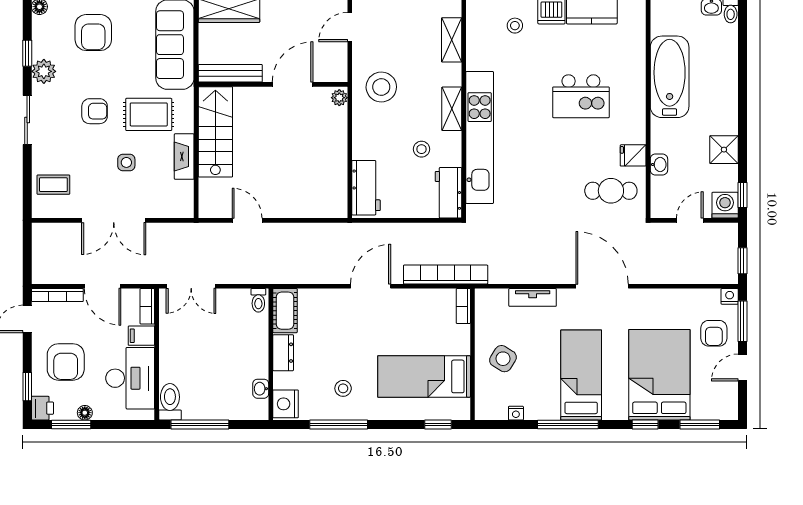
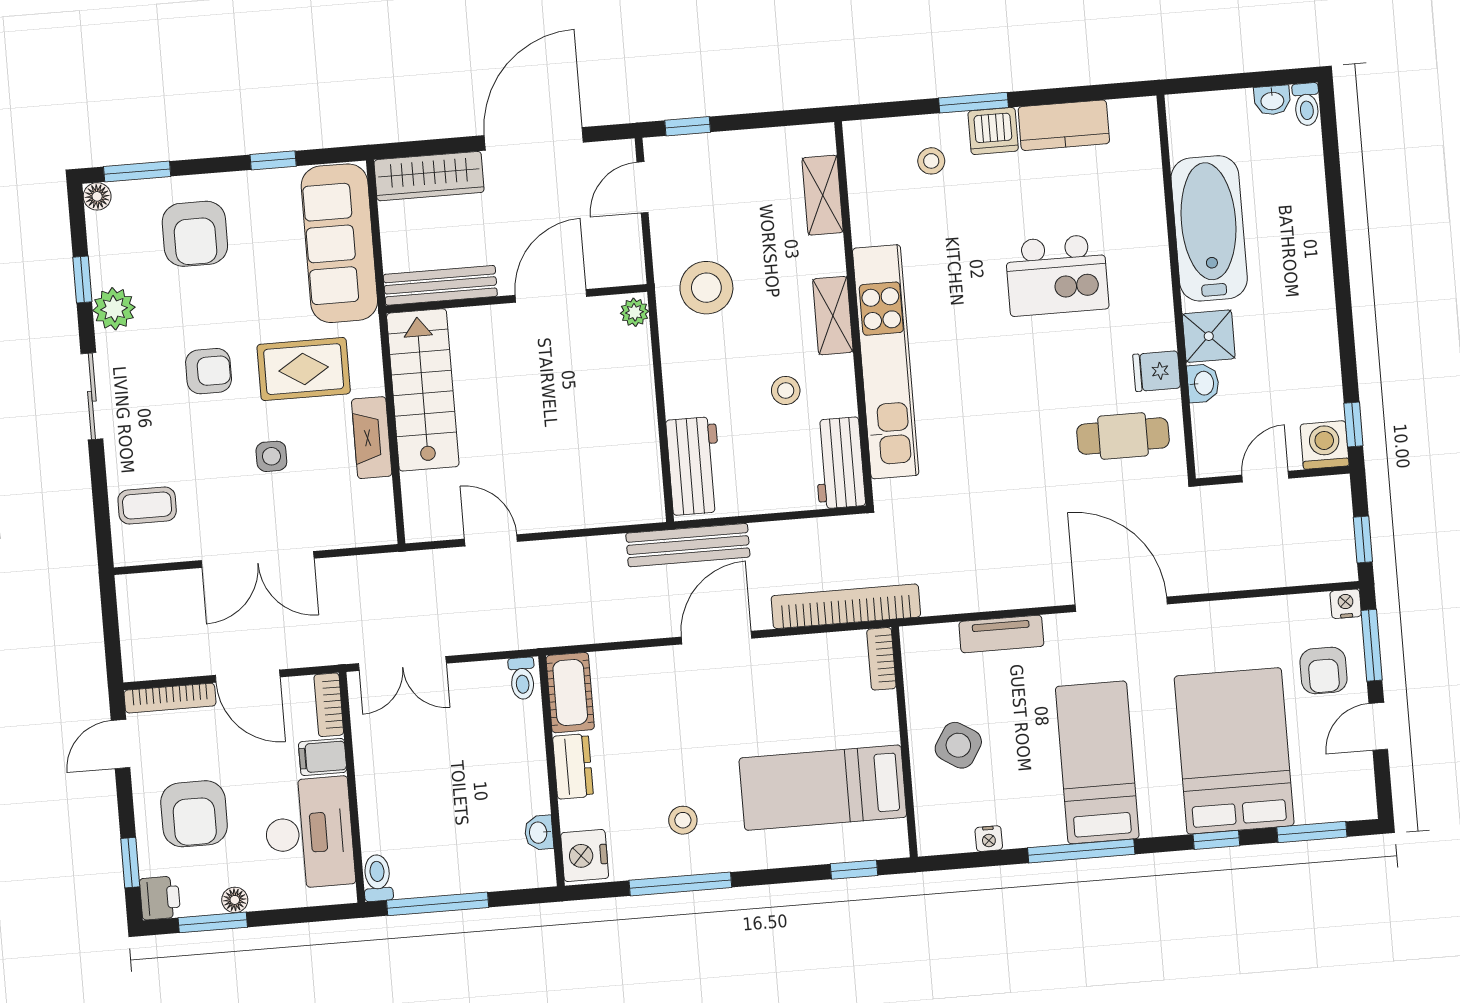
shower: (724, 150) -> (1209, 336), moved
bench: (359, 232) -> (688, 545), added
toilet: (170, 402) -> (378, 878), width x0.73, depth x0.72

